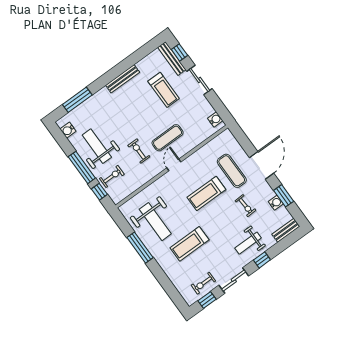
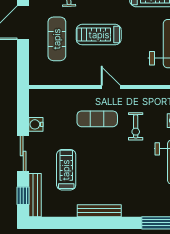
water cooler: (215, 119) -> (36, 124), moved
door: (174, 165) -> (111, 87), swing flipped
treadmill: (206, 193) -> (99, 35), turned 180

